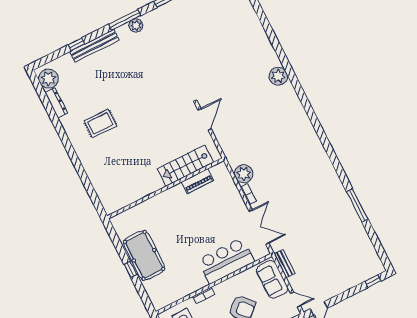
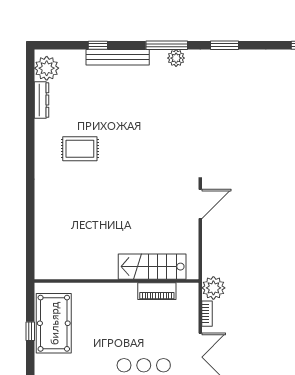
stairs: (185, 166) -> (152, 267), moved
piano: (197, 181) -> (157, 291), moved
wall: (165, 188) -> (116, 281), moved

